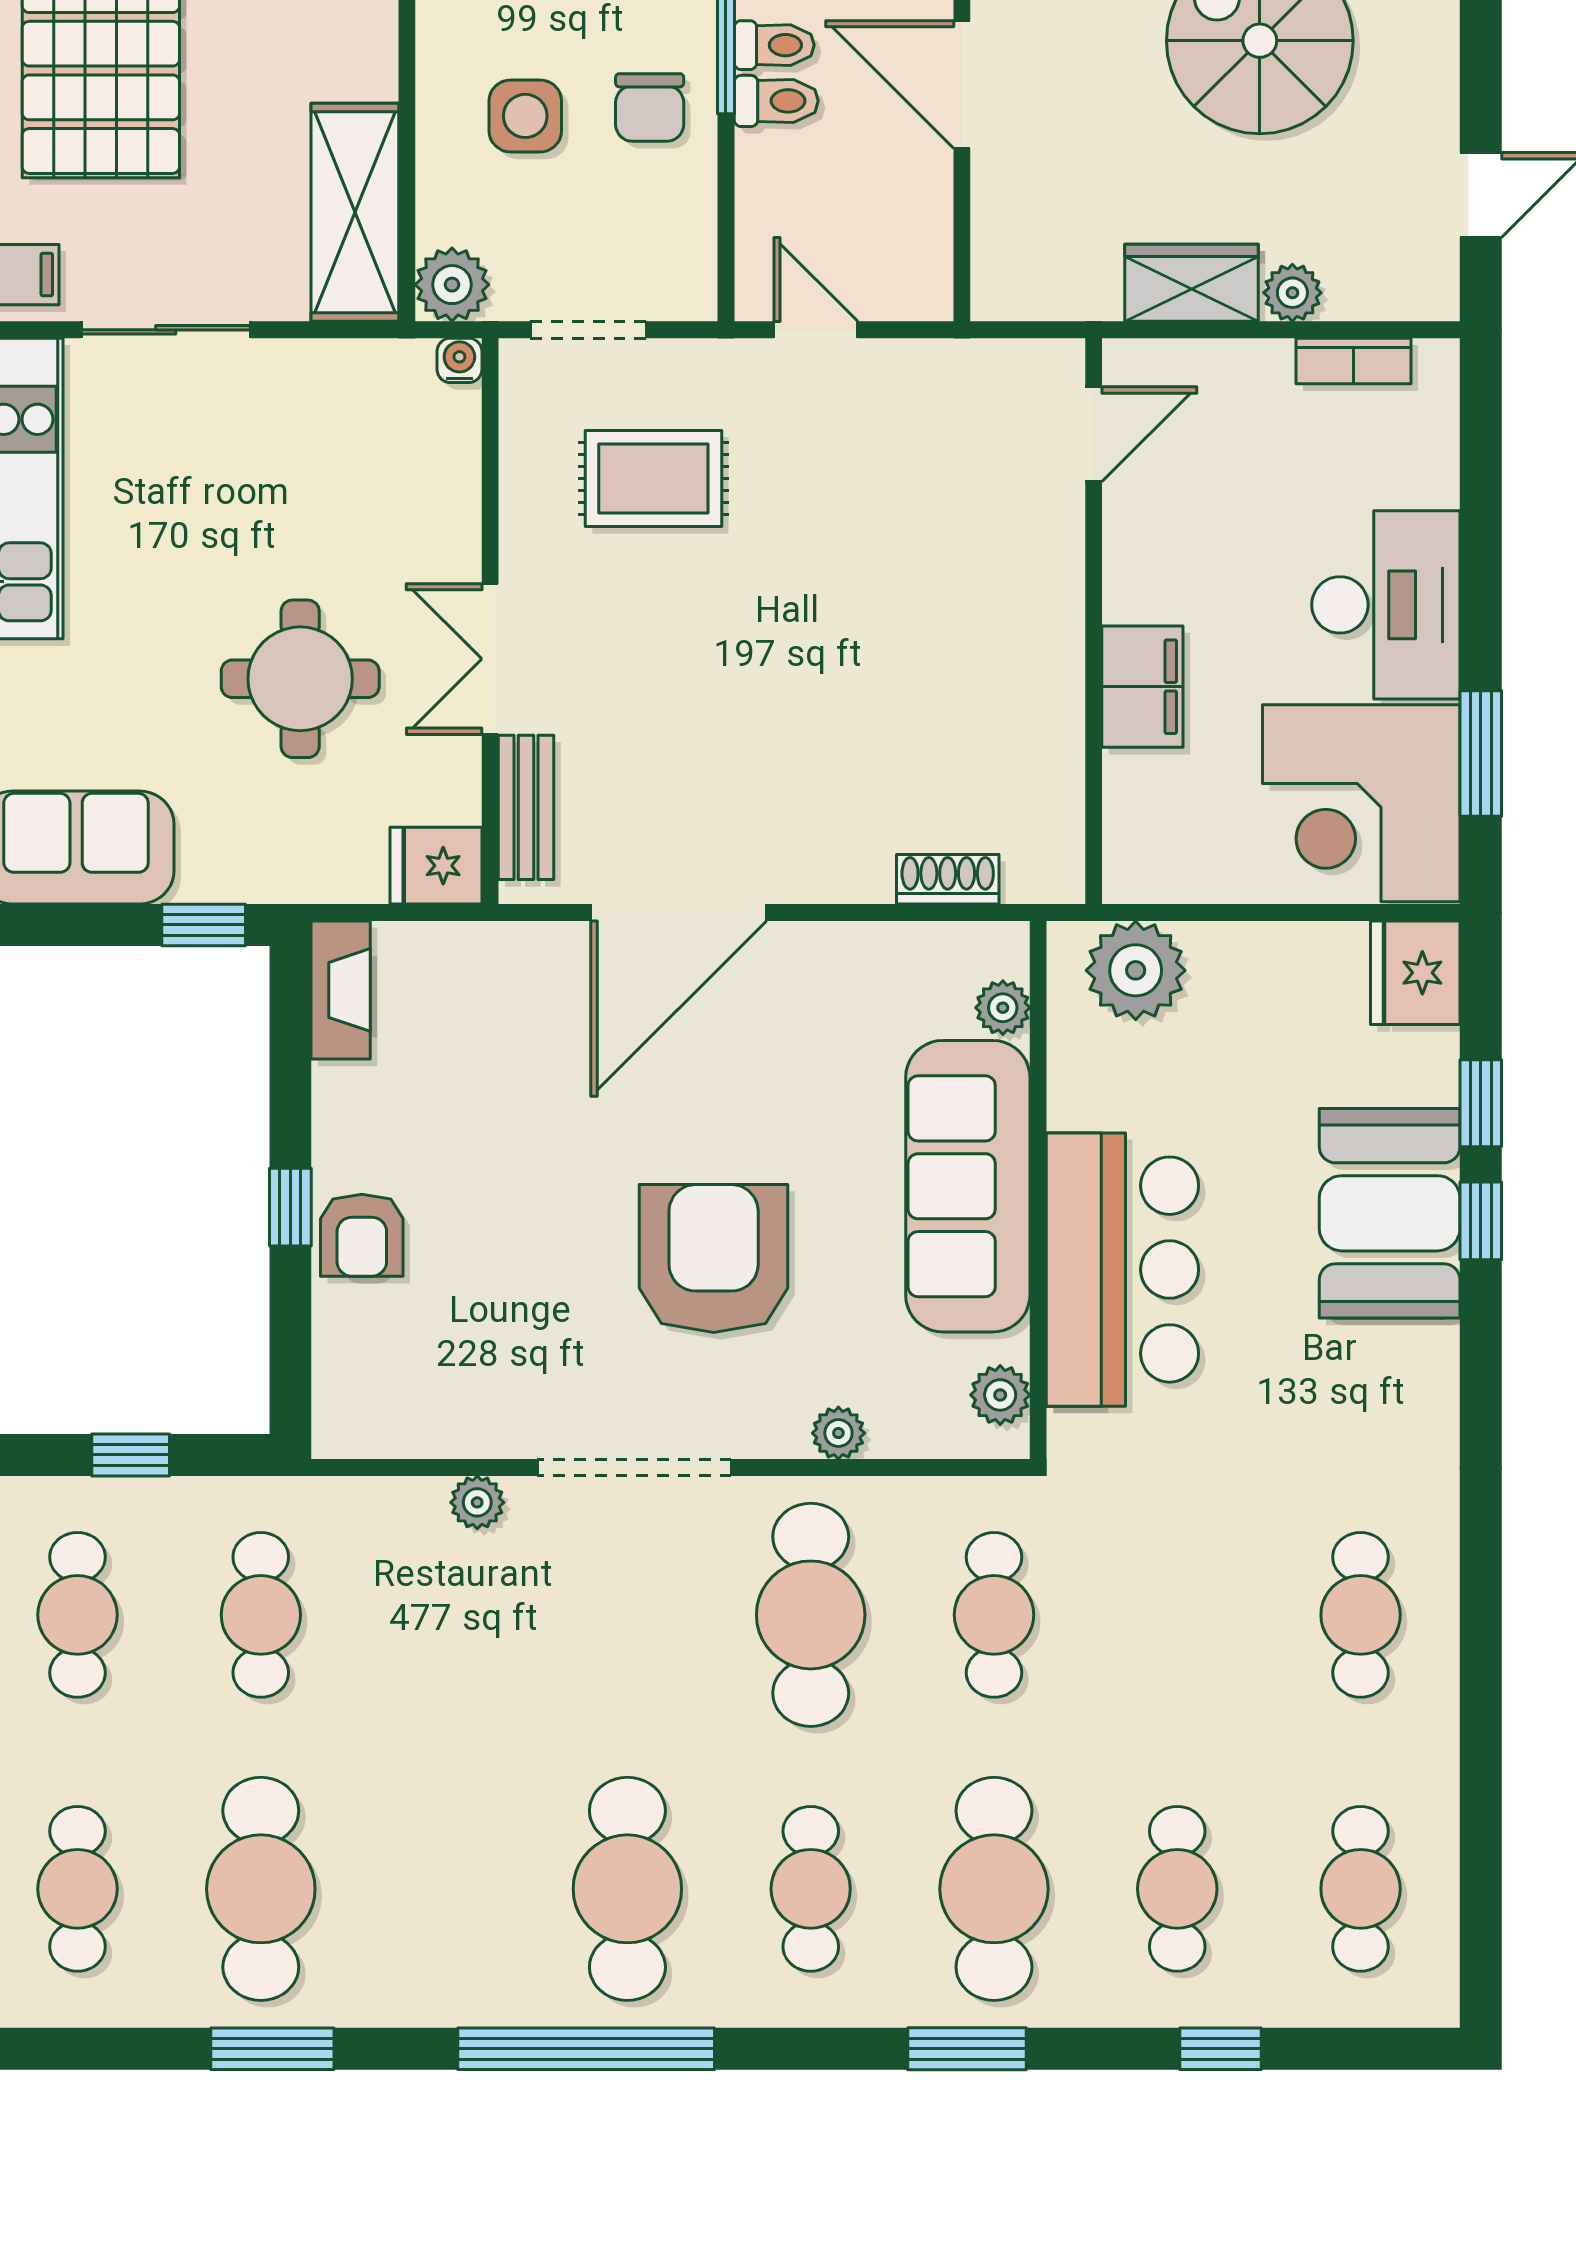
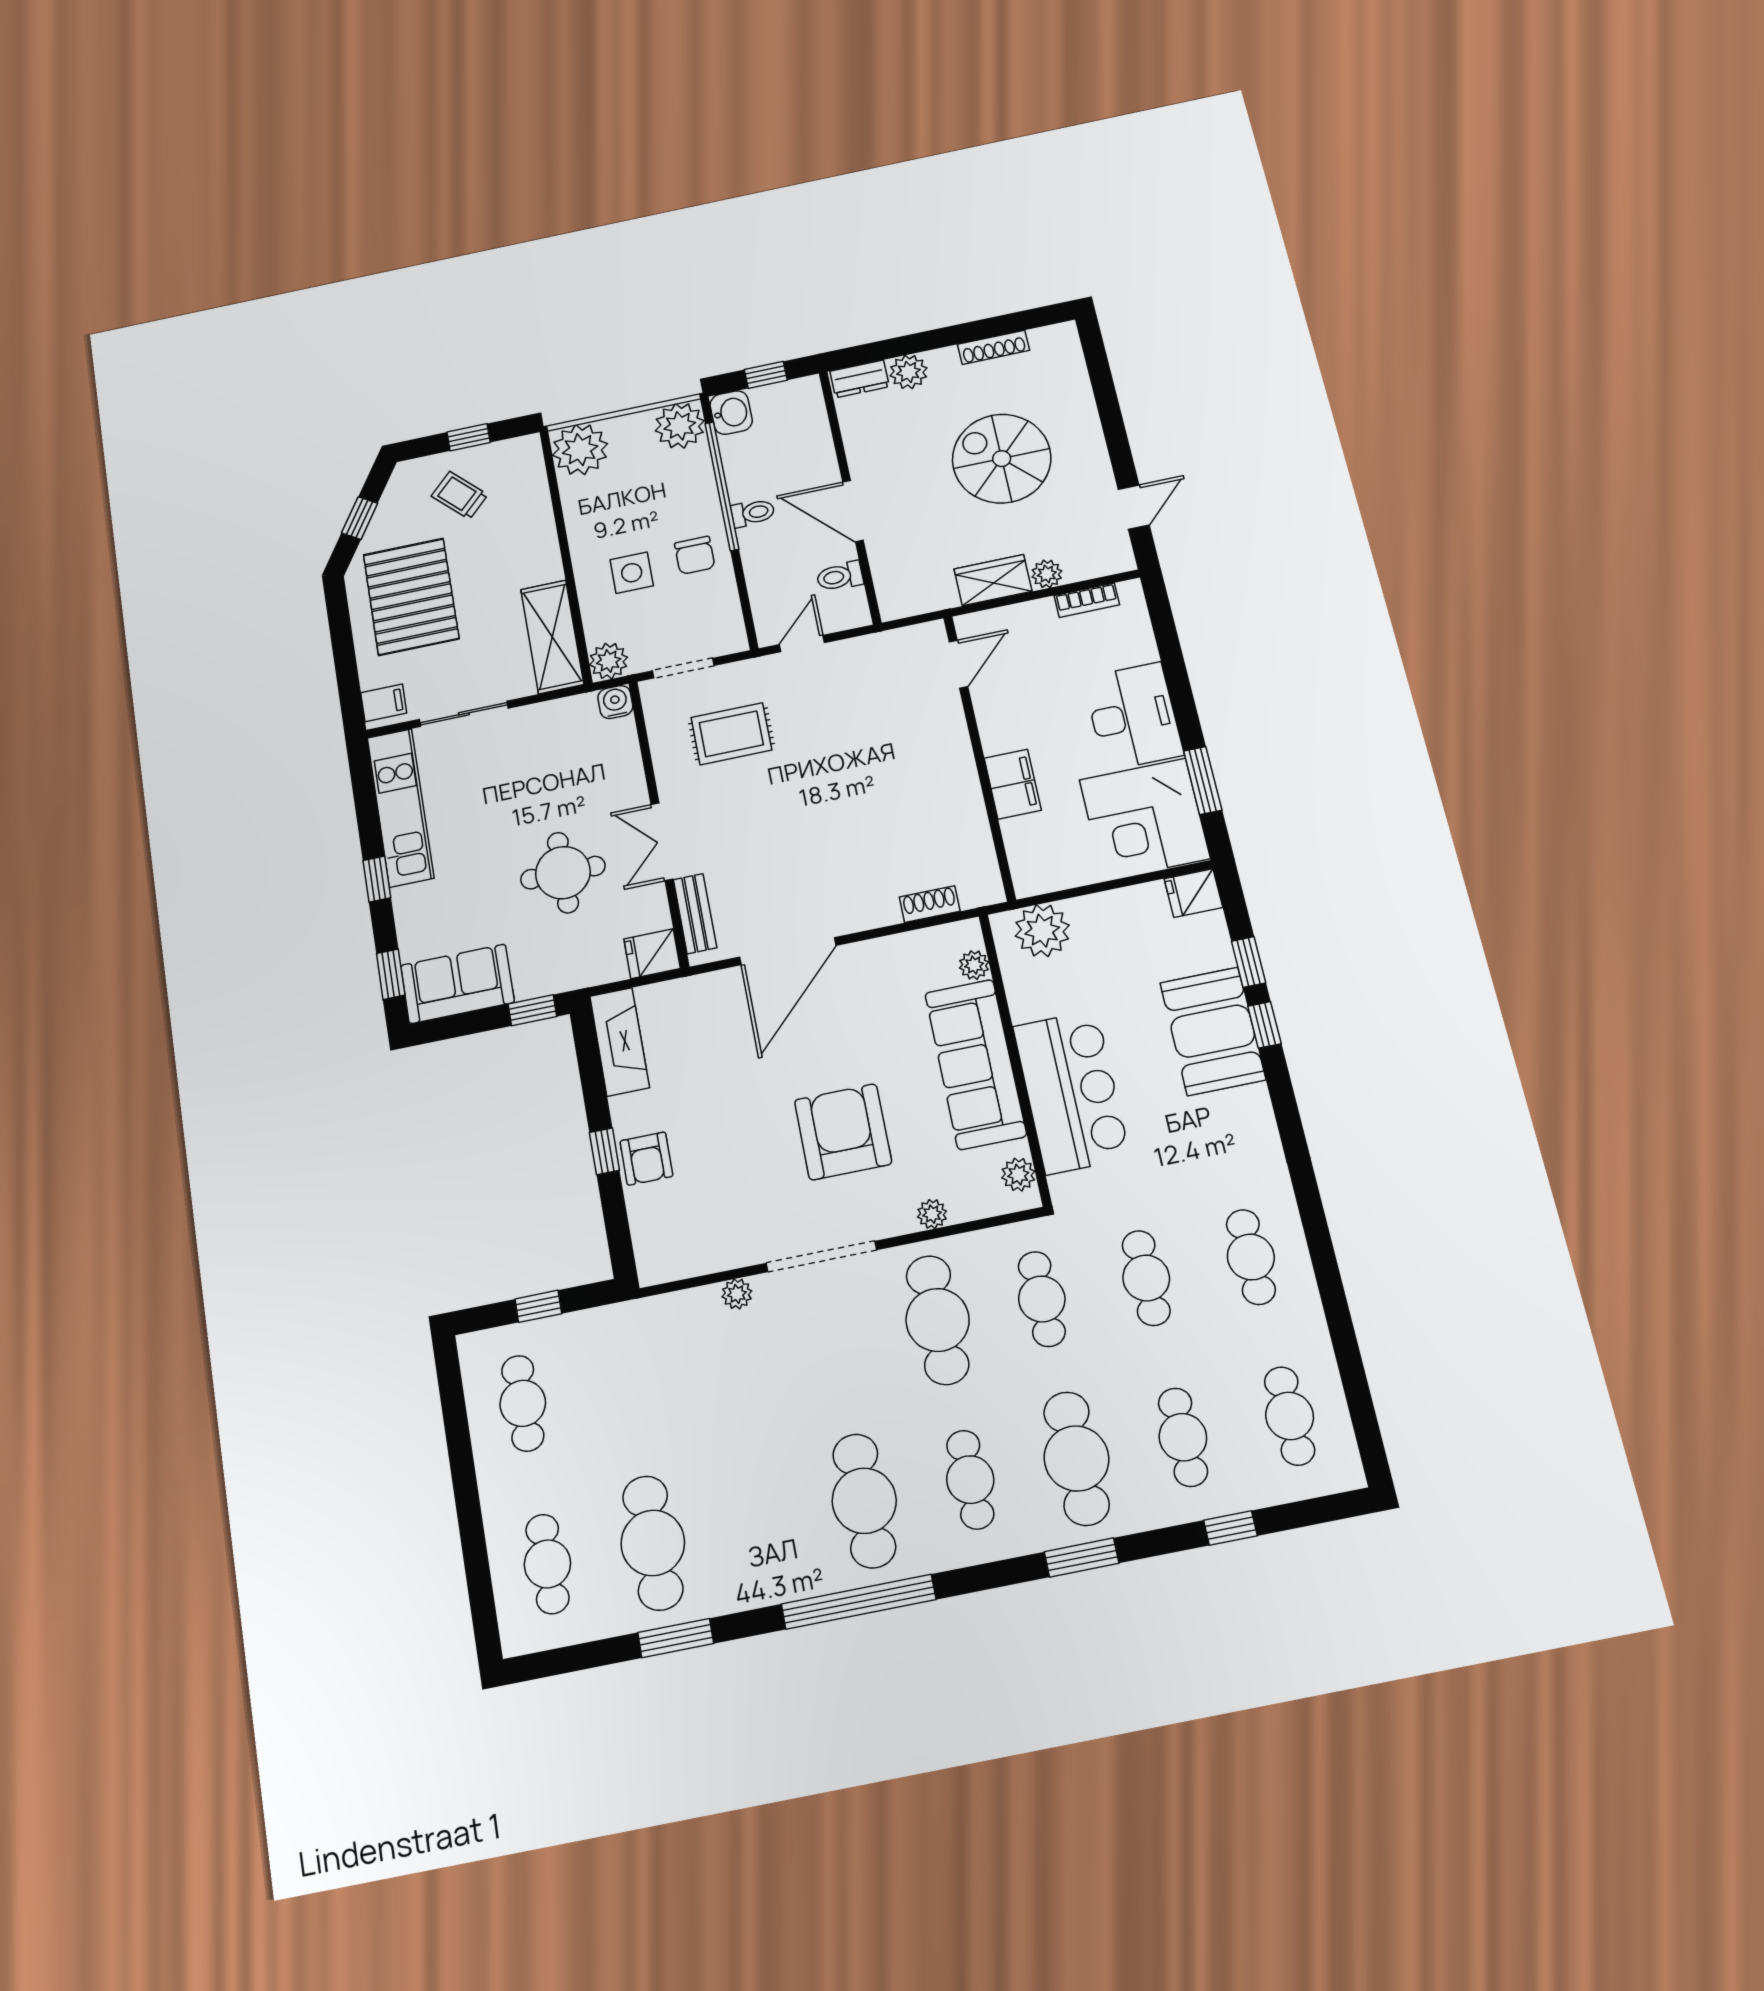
toilet: (776, 101) -> (840, 576), moved, turned 180
door: (816, 330) -> (802, 644), hinge flipped
water cooler: (459, 360) -> (615, 702), width x1.38, depth x1.38
fridge: (1415, 973) -> (1193, 893), width x0.72
fireplace: (341, 990) -> (620, 1042), width x1.37, depth x1.32
cafe table: (261, 1615) -> (1146, 1278), moved

